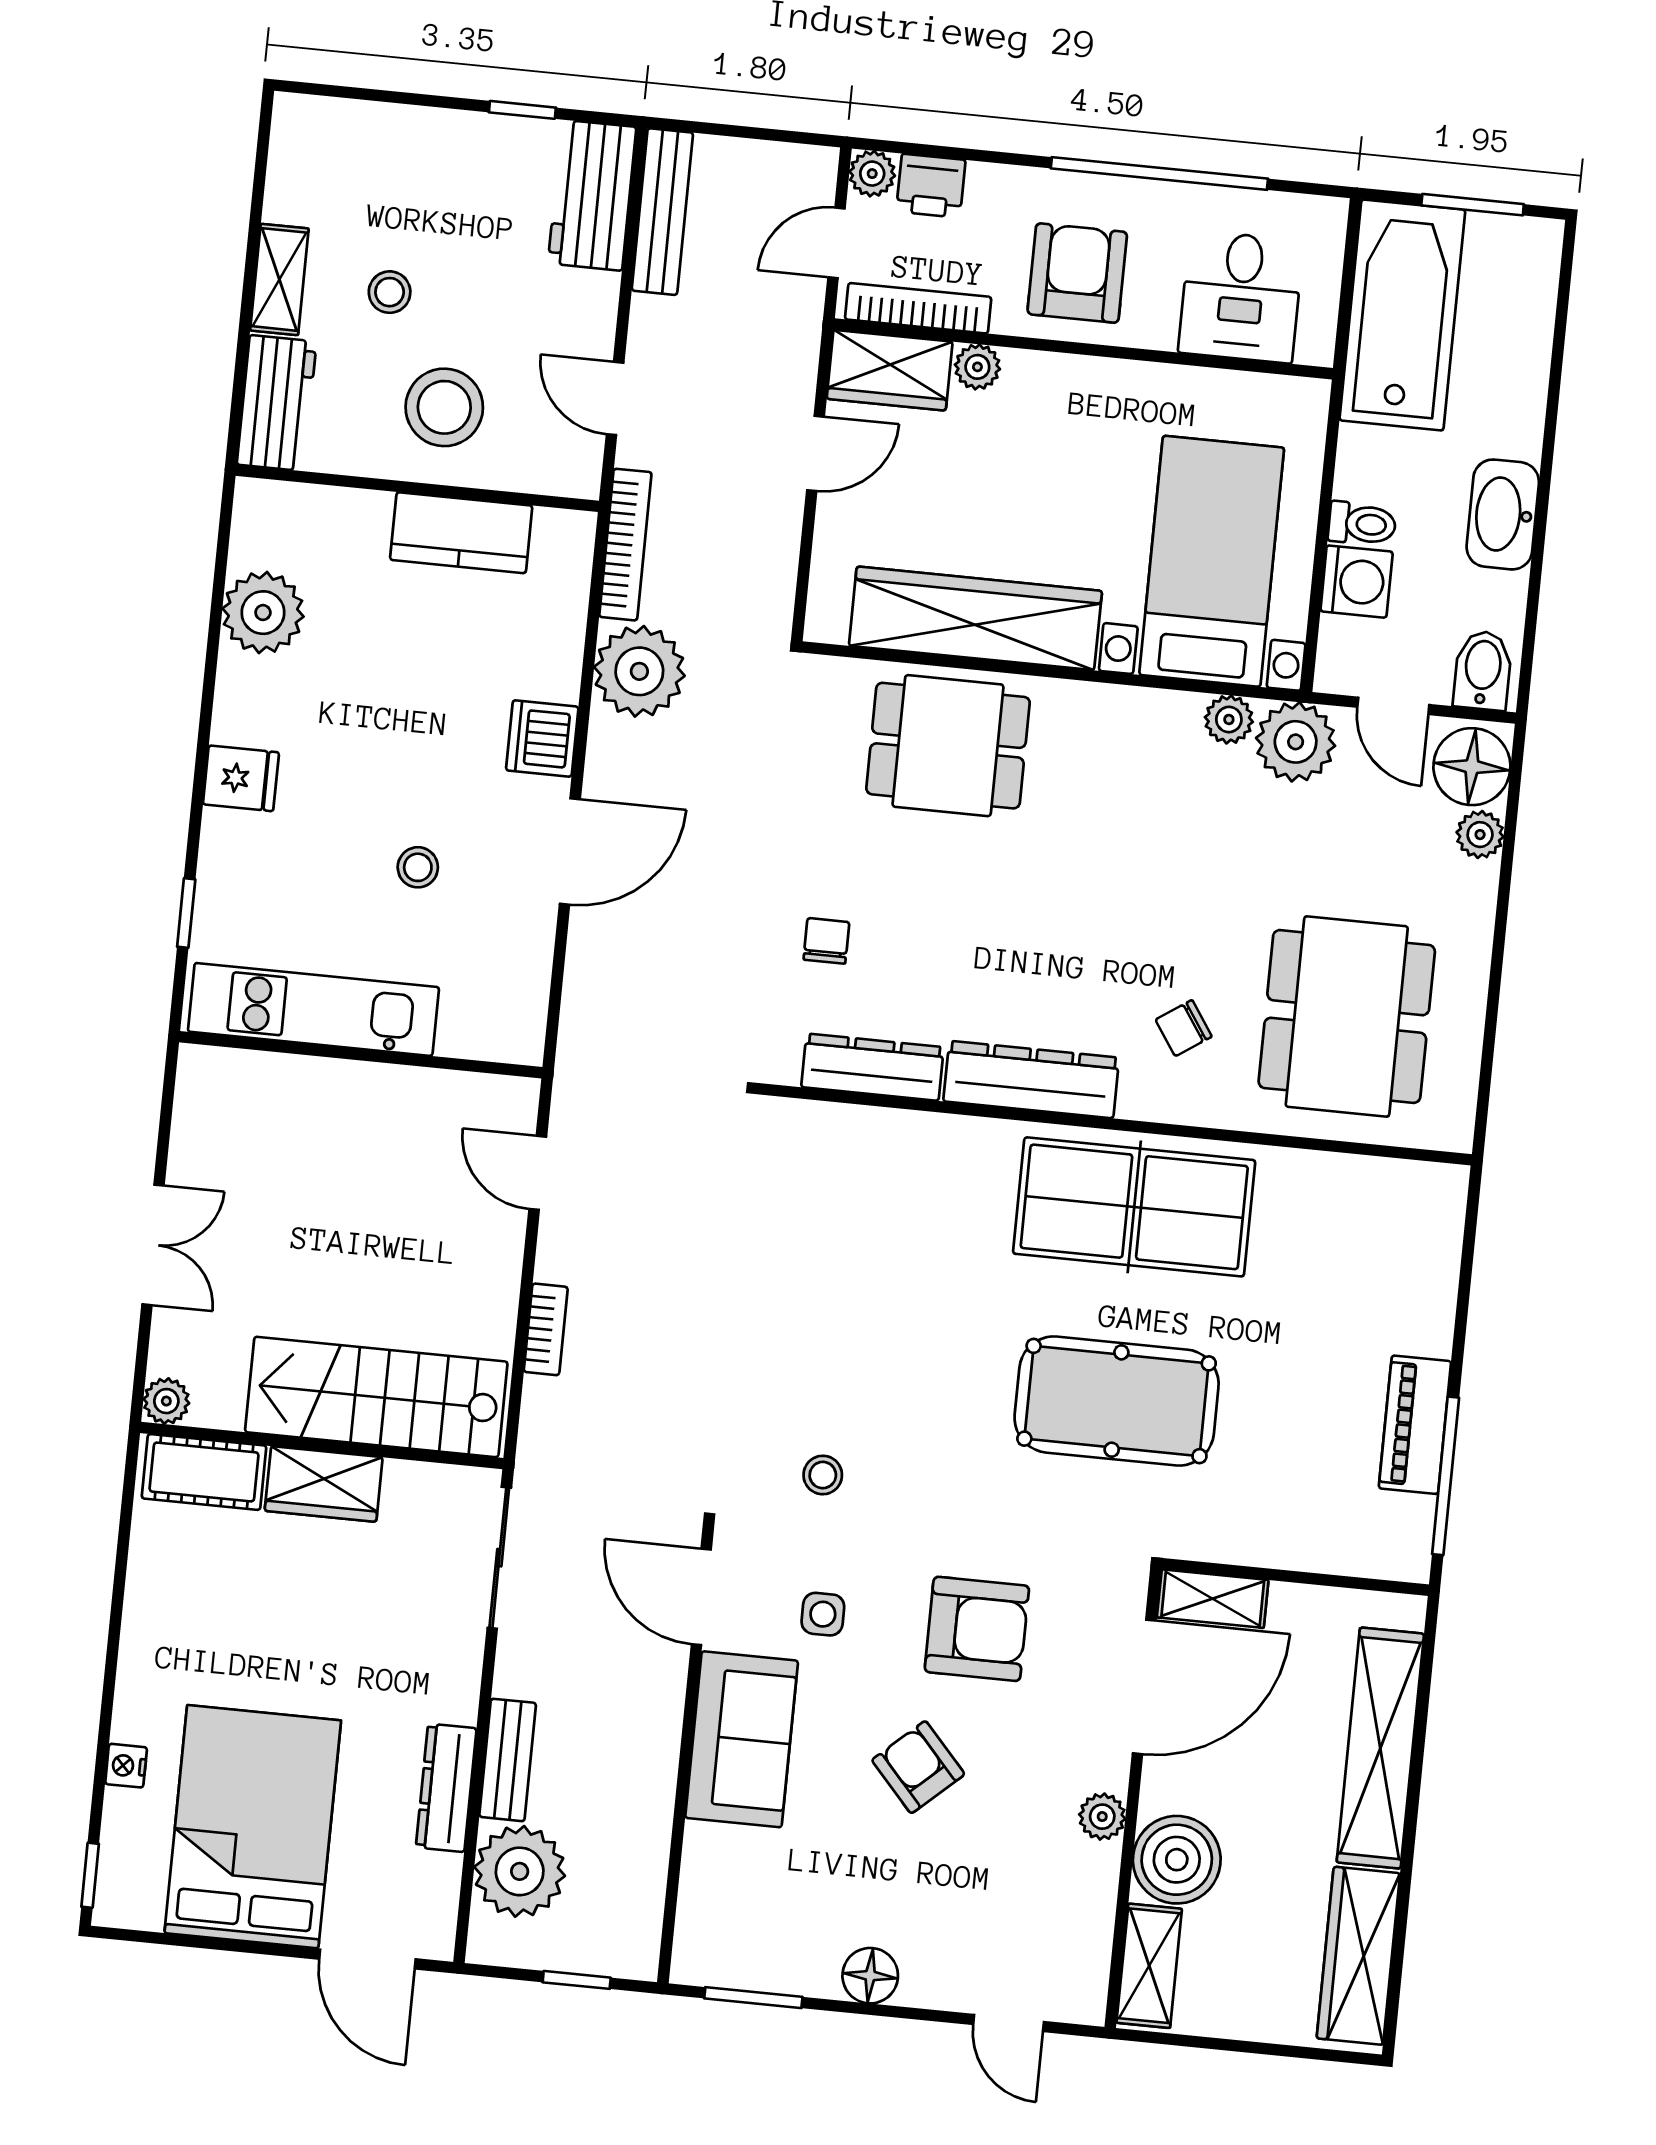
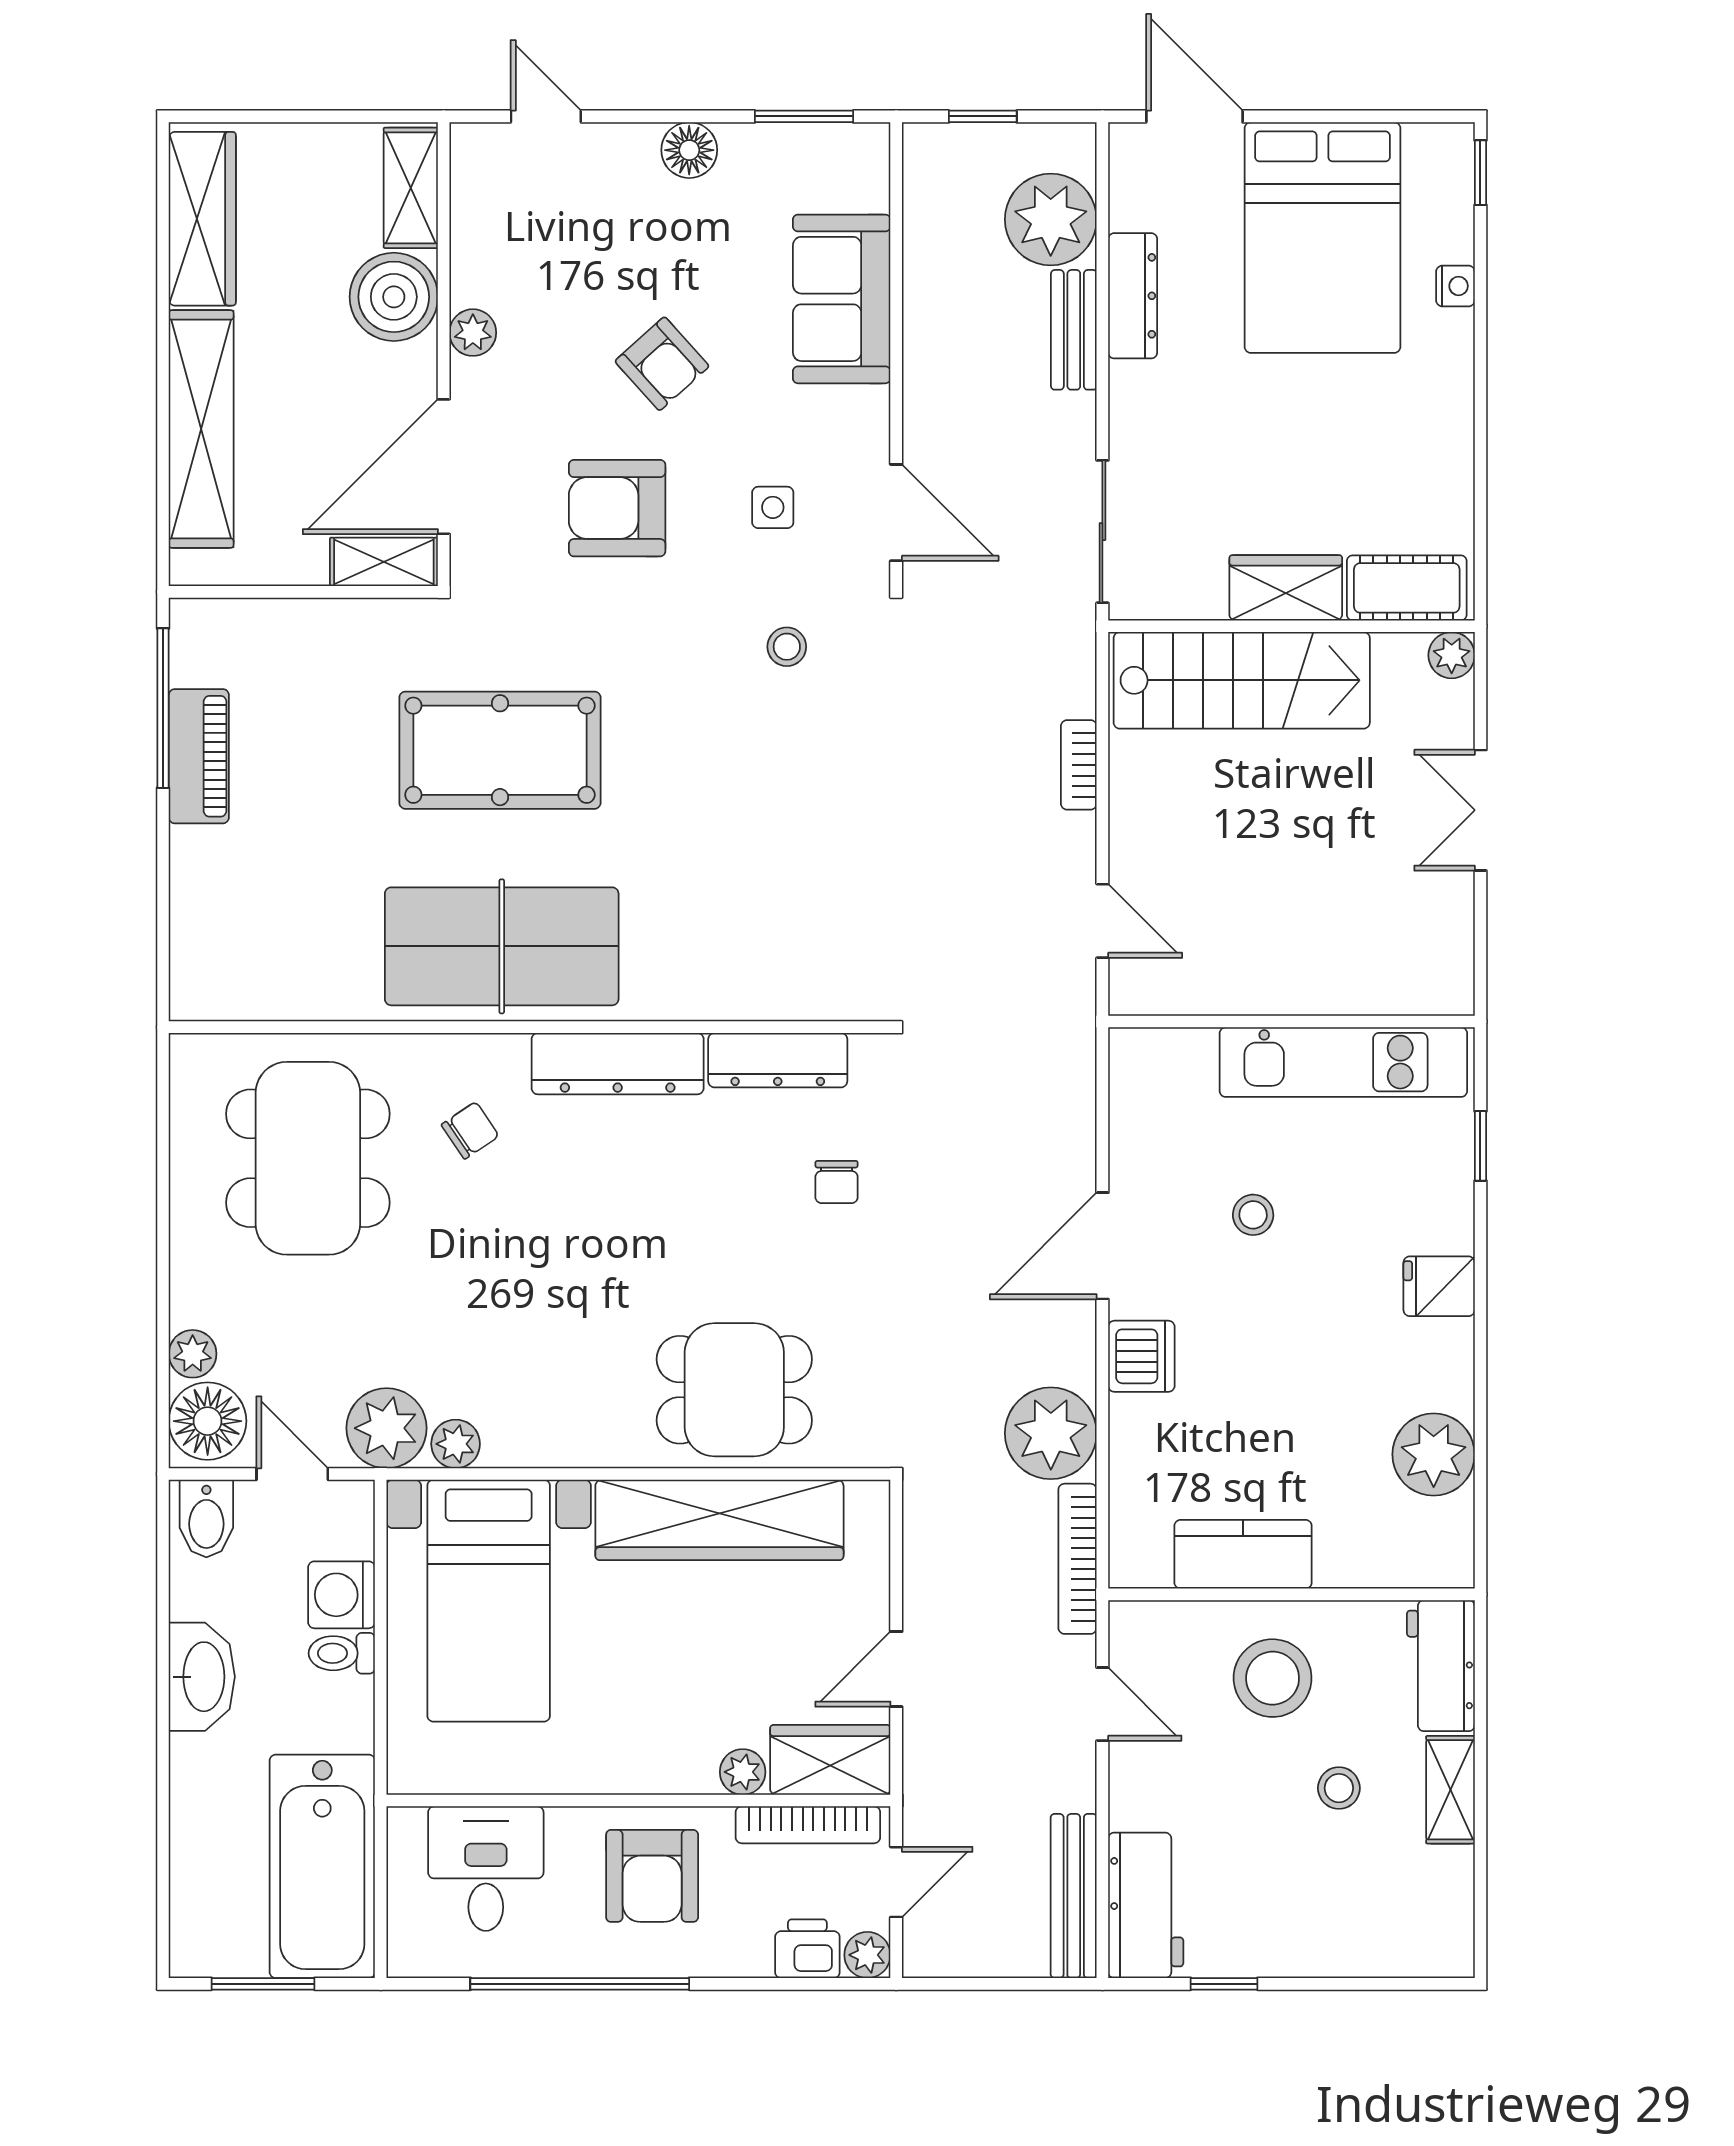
sofa: (742, 1739) -> (842, 299), moved

